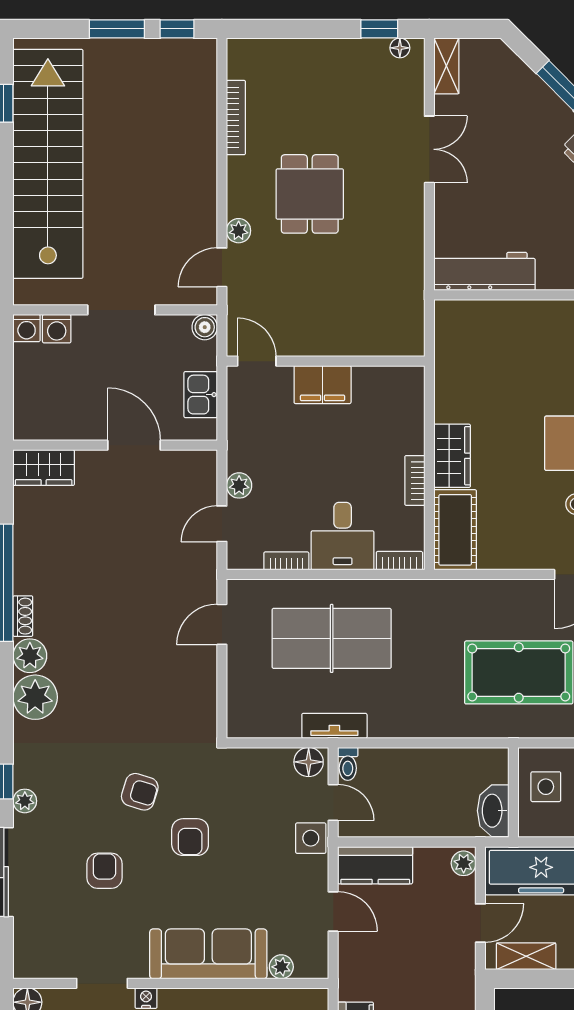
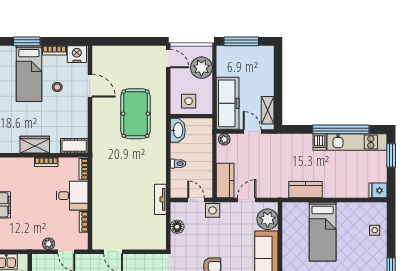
cot: (455, 530) -> (74, 146), width x0.73, depth x0.75
table tennis table: (332, 638) -> (120, 201), removed
floor lamp: (309, 762) -> (177, 227), moved
toilet: (348, 764) -> (178, 164), moved
door: (333, 802) -> (196, 200), hinge flipped
washbasin: (493, 811) -> (178, 130), moved, turned -90
plant: (281, 967) -> (268, 219), width x1.88, depth x1.88

